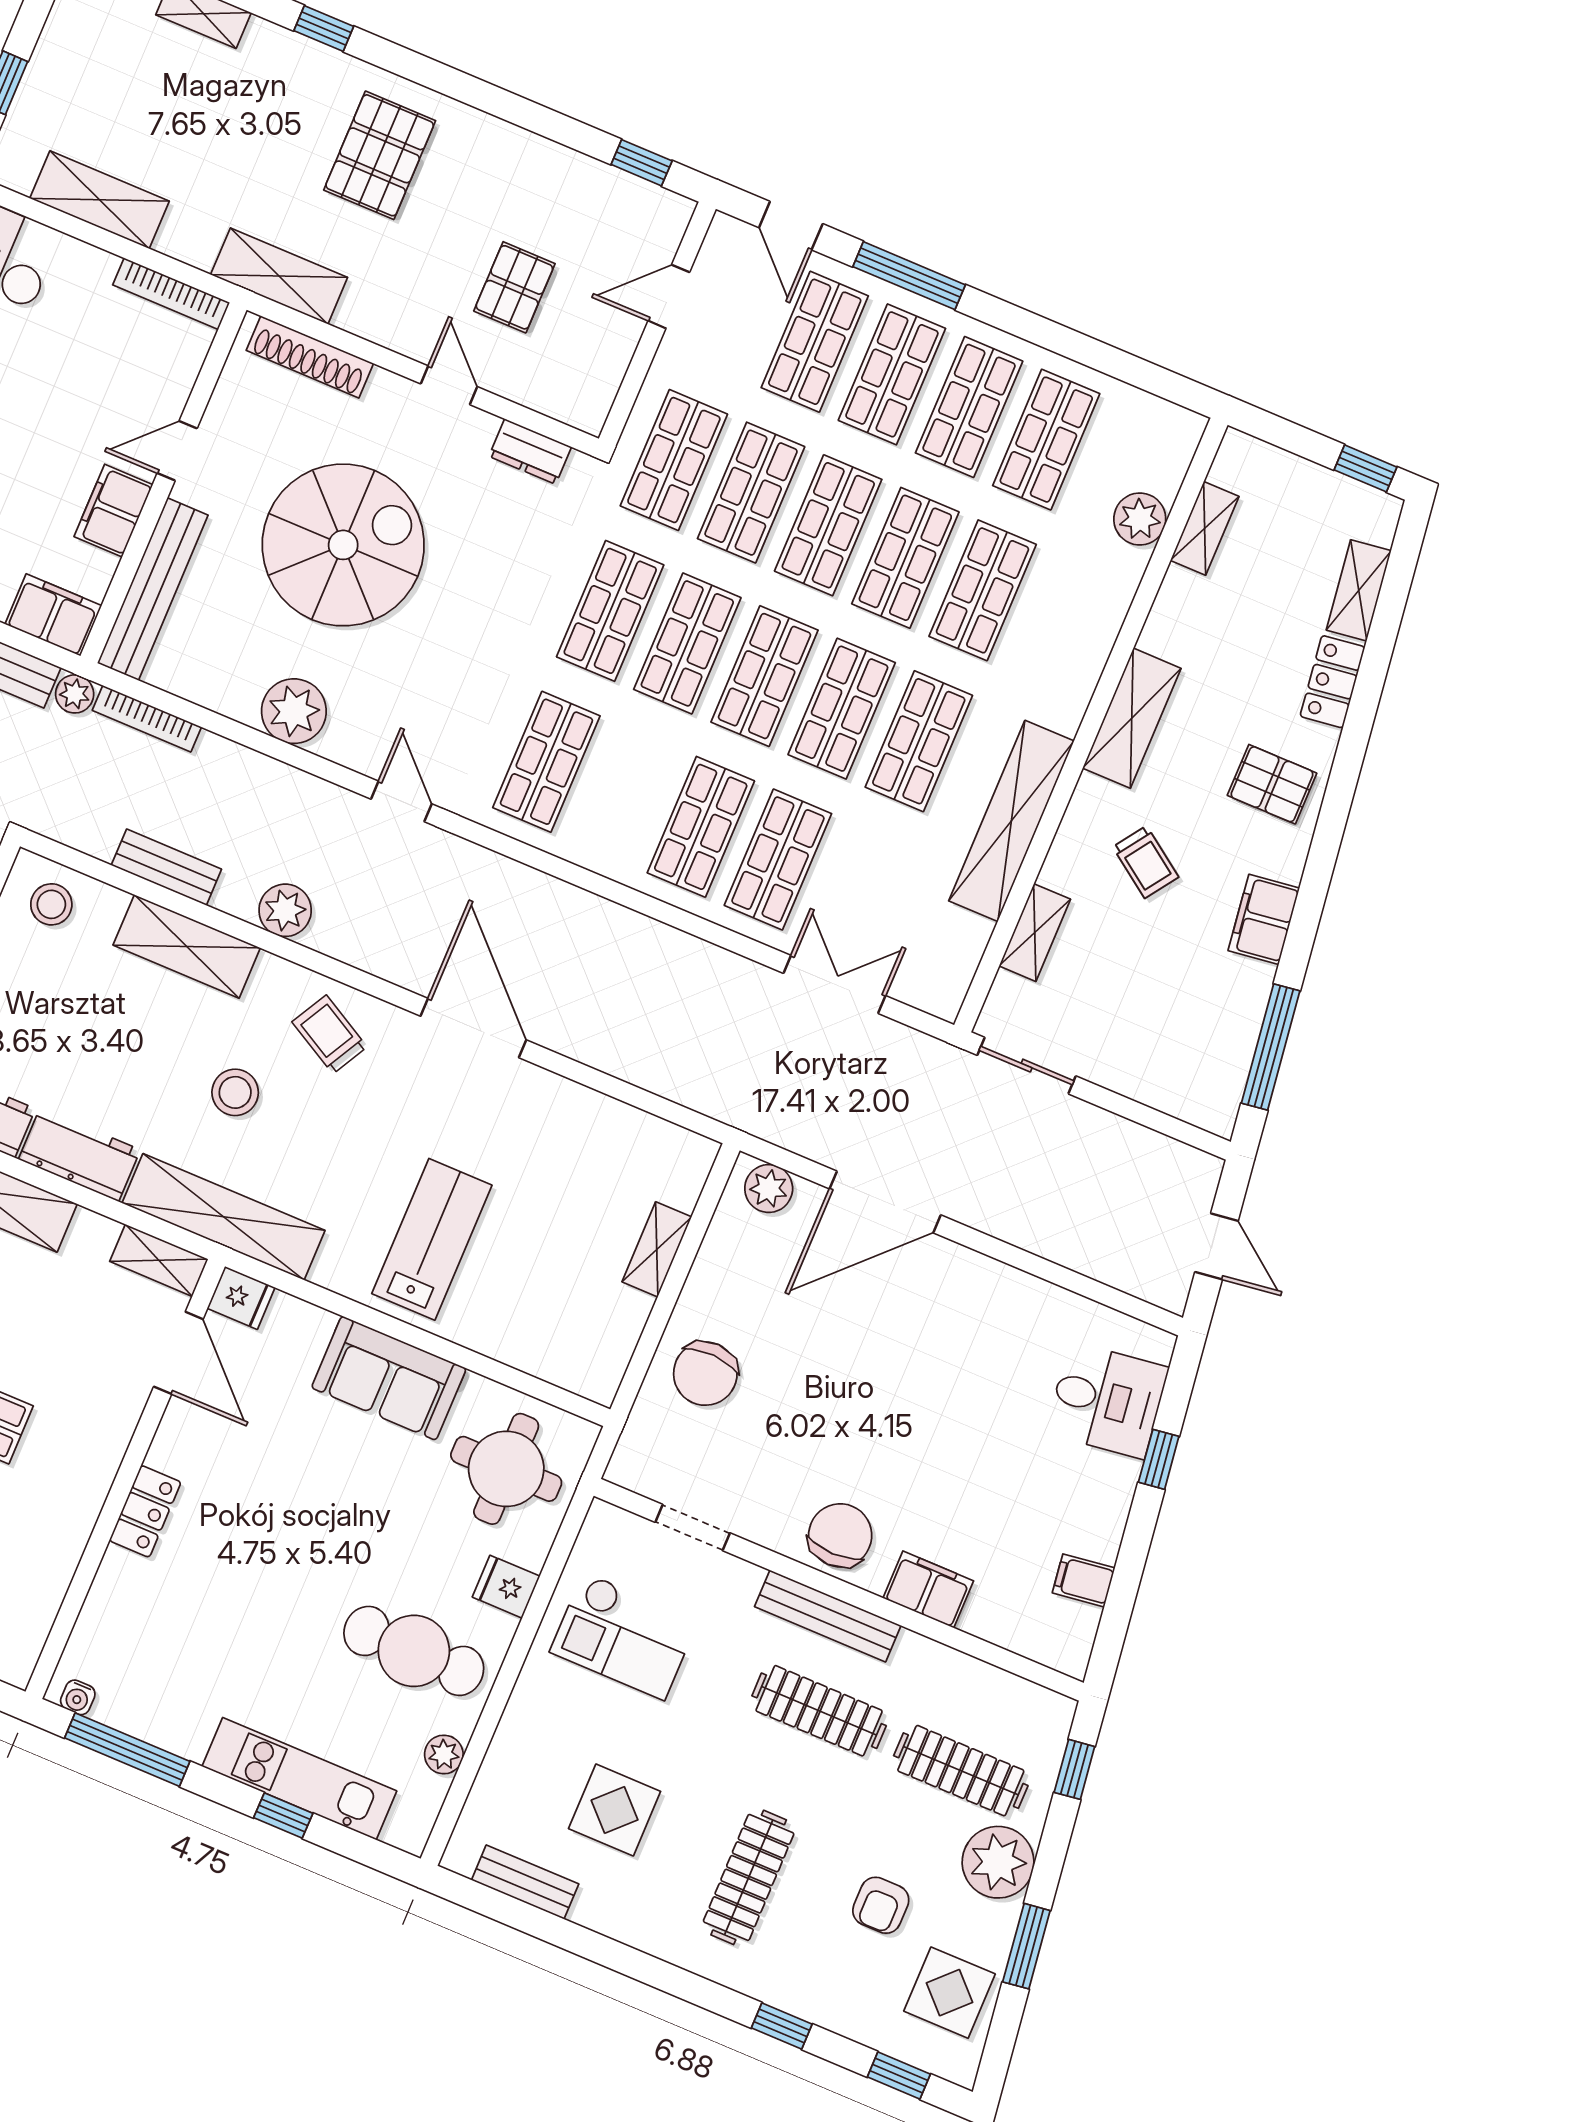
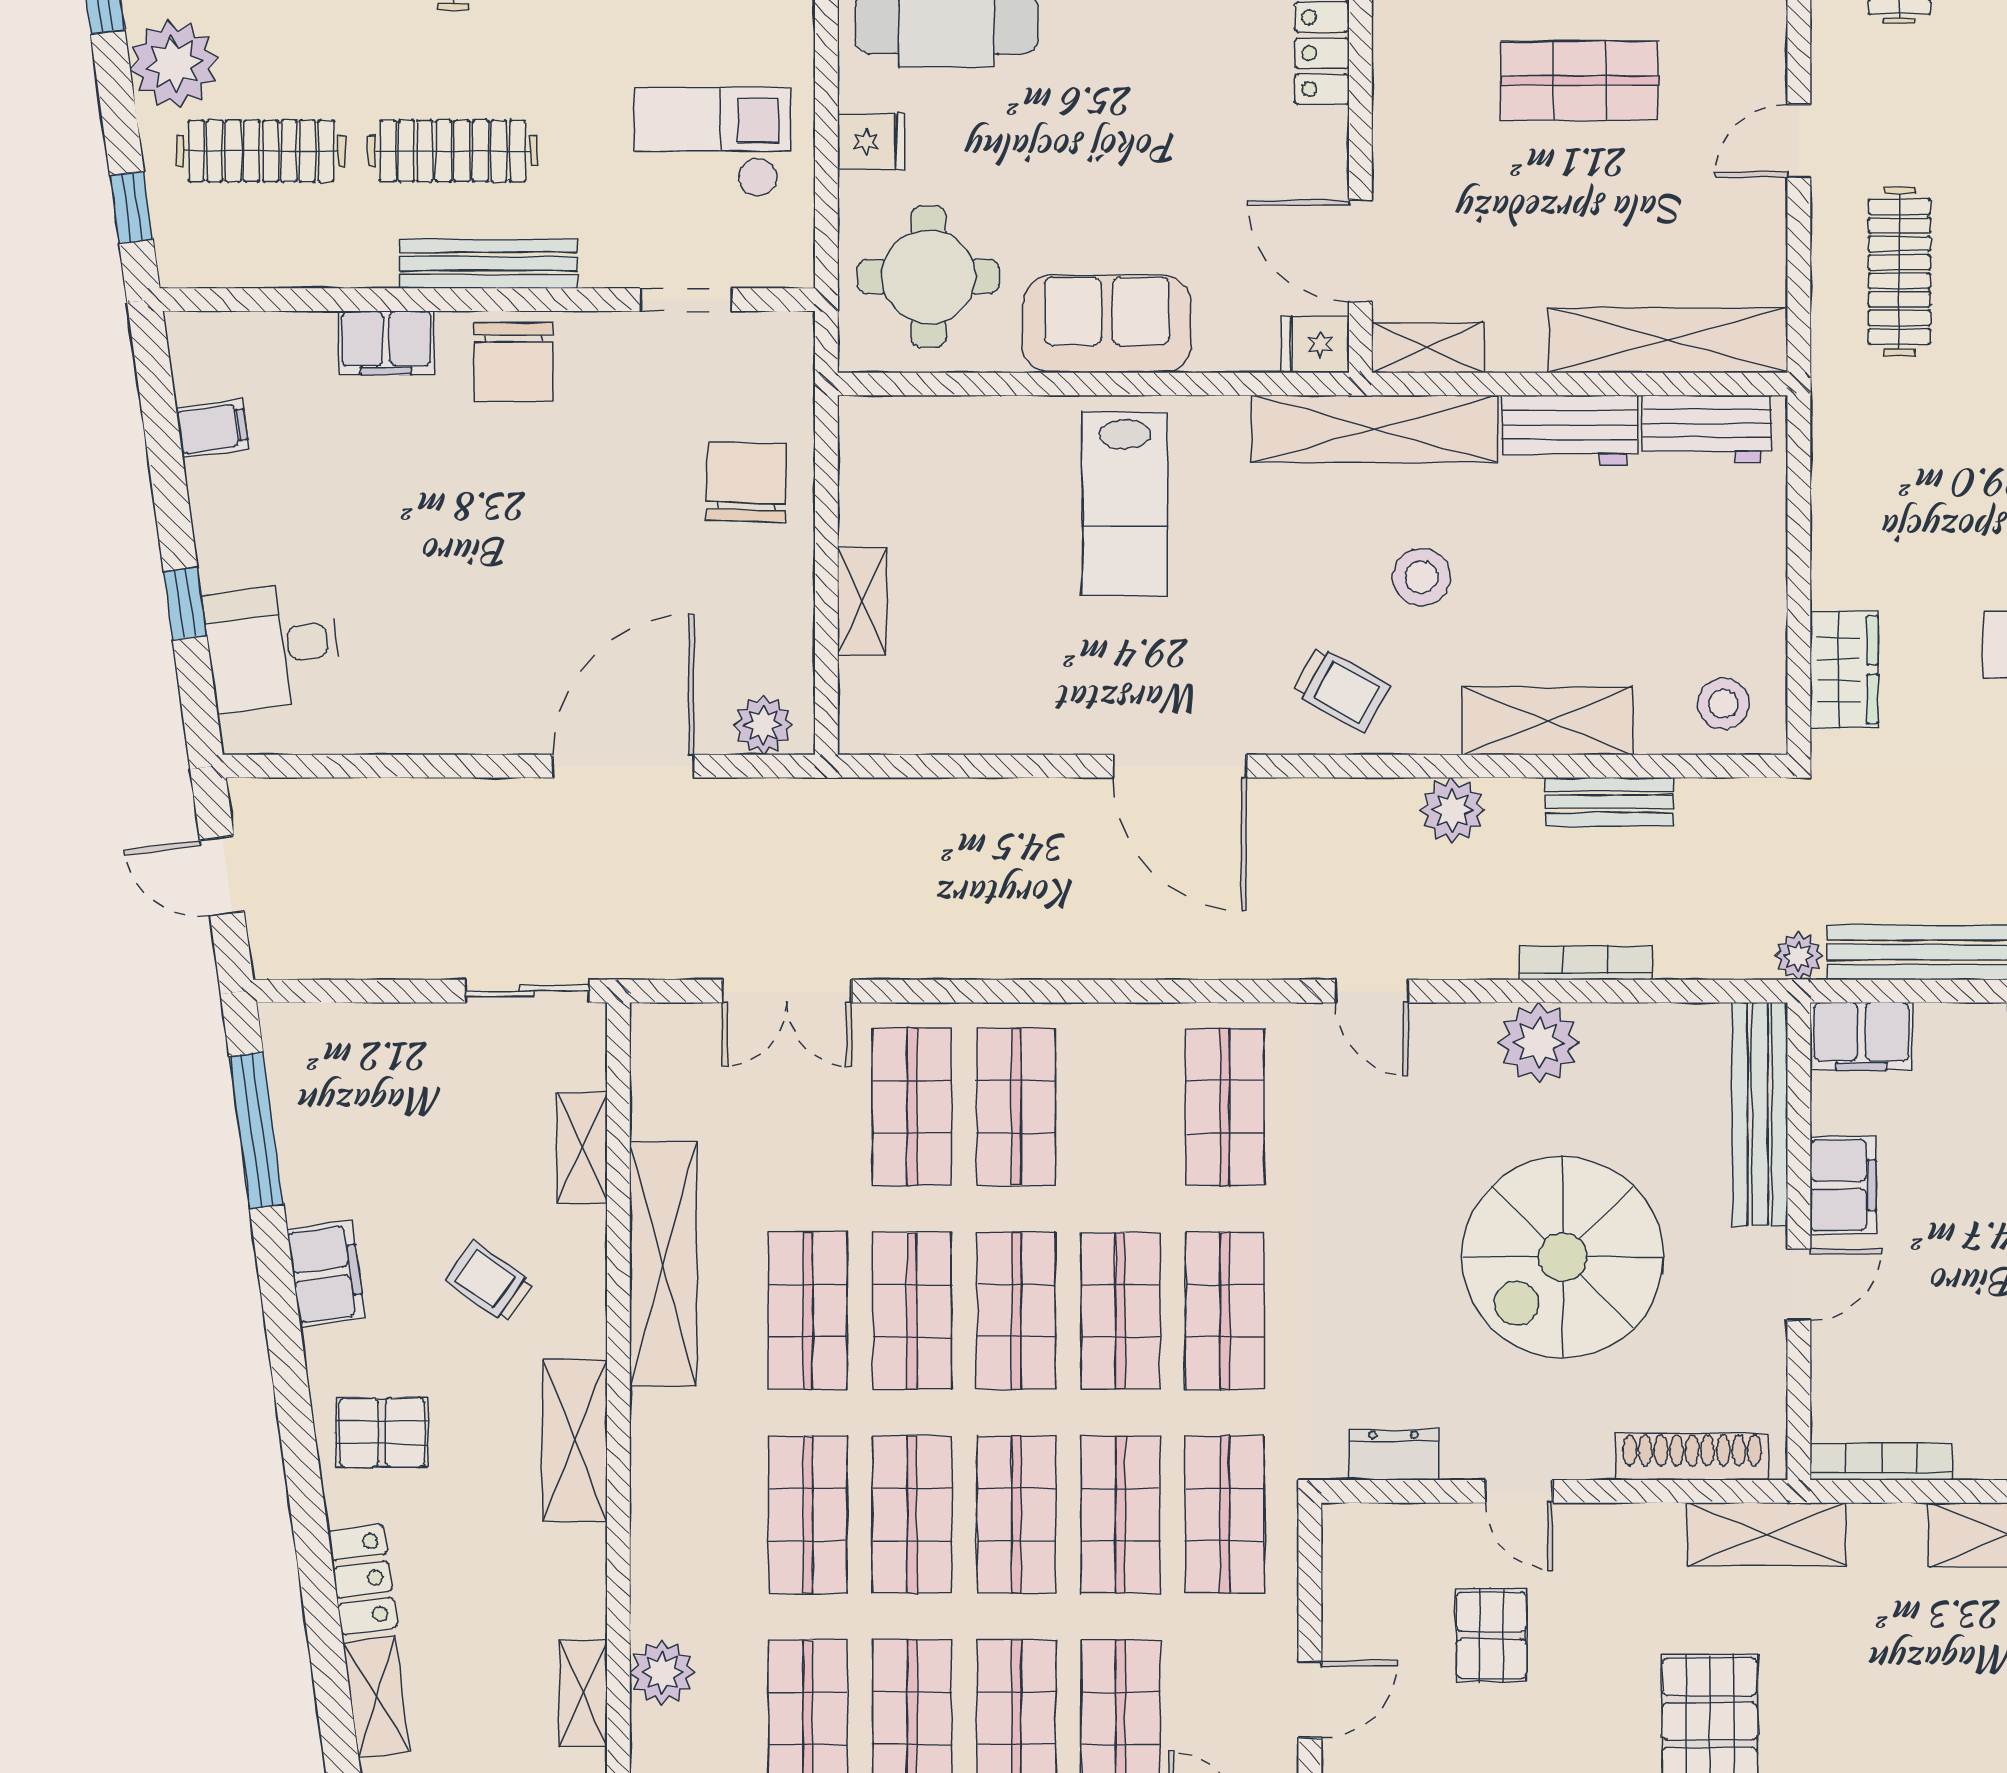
bookcase: (147, 719) -> (1586, 963), moved

